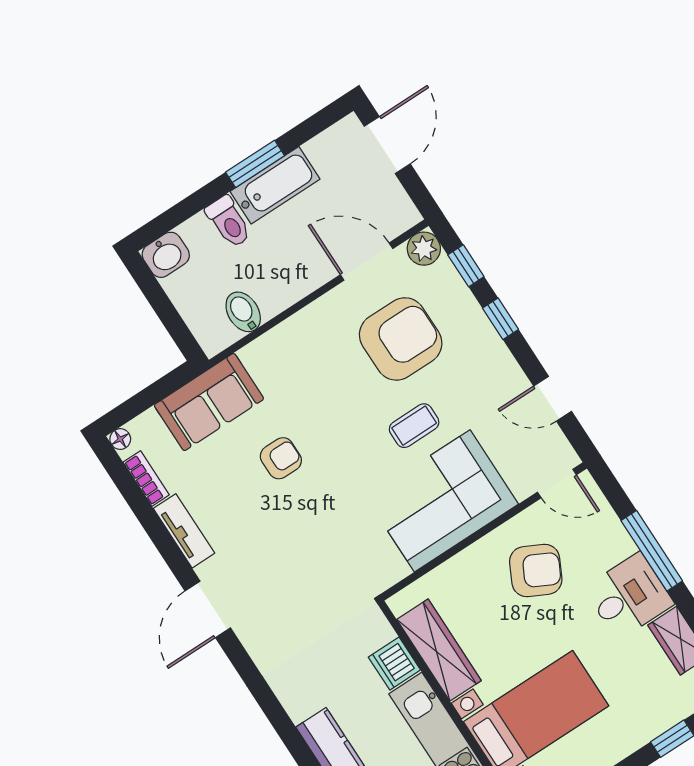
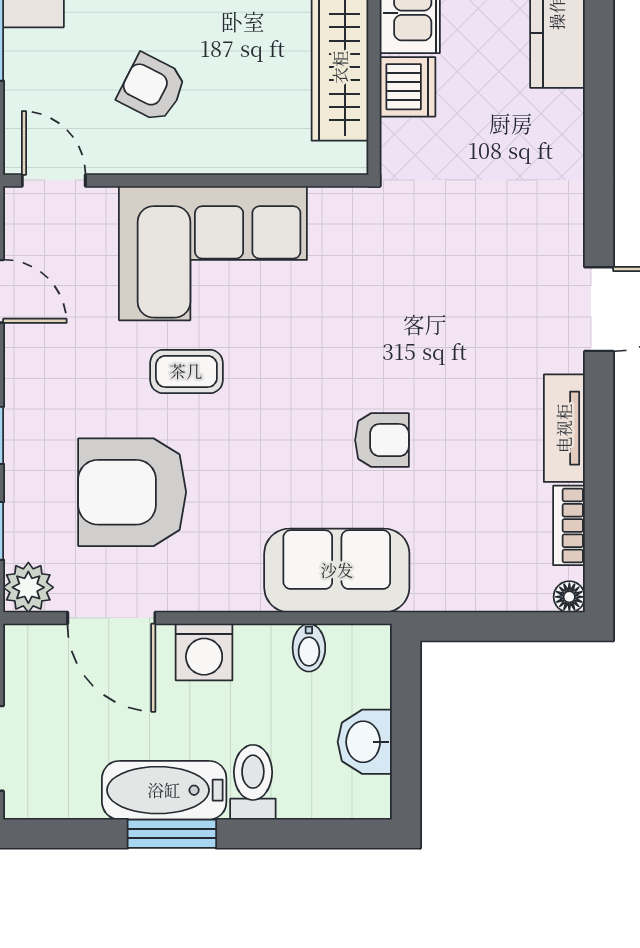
washbasin: (166, 255) -> (365, 742), moved, turned -90
washing machine: (303, 276) -> (204, 652), added
bidet: (243, 312) -> (309, 648), width x0.72, depth x0.74
sofa: (209, 402) -> (337, 570), moved
armchair: (281, 458) -> (382, 440), turned 180
armchair: (536, 571) -> (152, 88), width x0.72, depth x0.72

